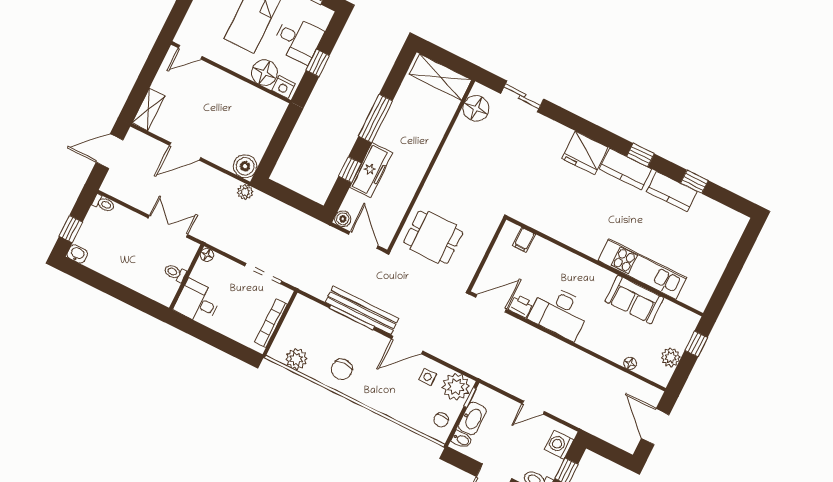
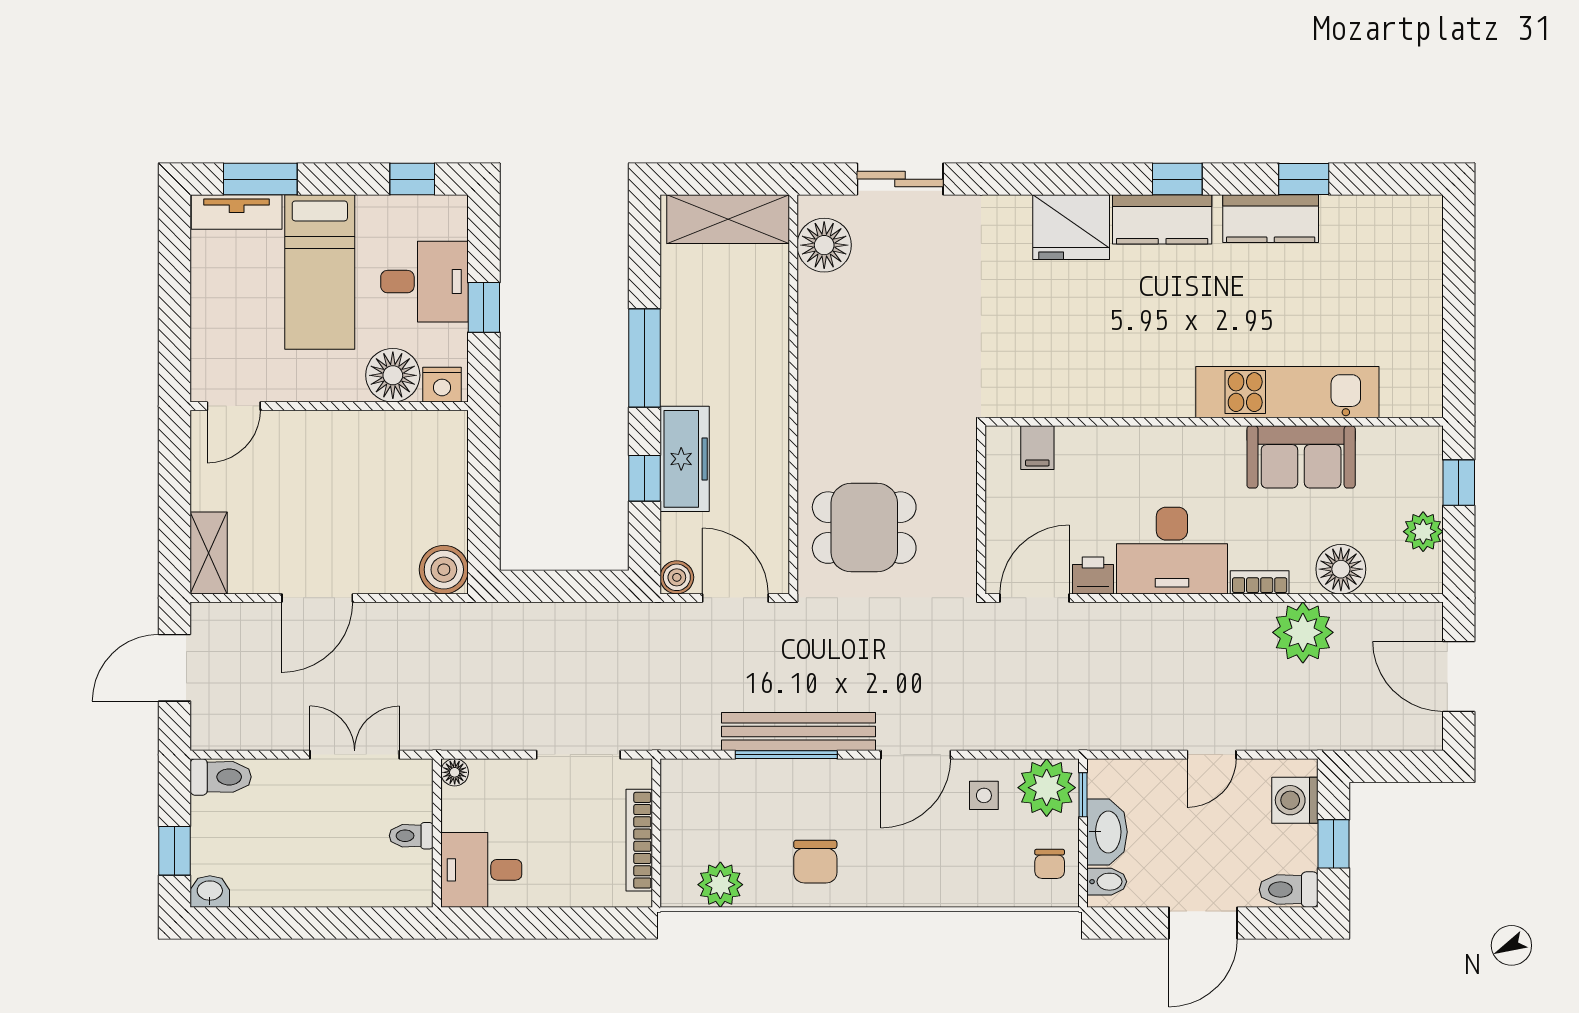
plant: (245, 192) -> (1303, 632), moved, width x1.87, depth x1.87
toilet: (104, 203) -> (221, 777), width x1.37, depth x1.39
bookcase: (590, 344) -> (1260, 582), added
floor lamp: (630, 363) -> (1341, 569), width x1.89, depth x1.89

